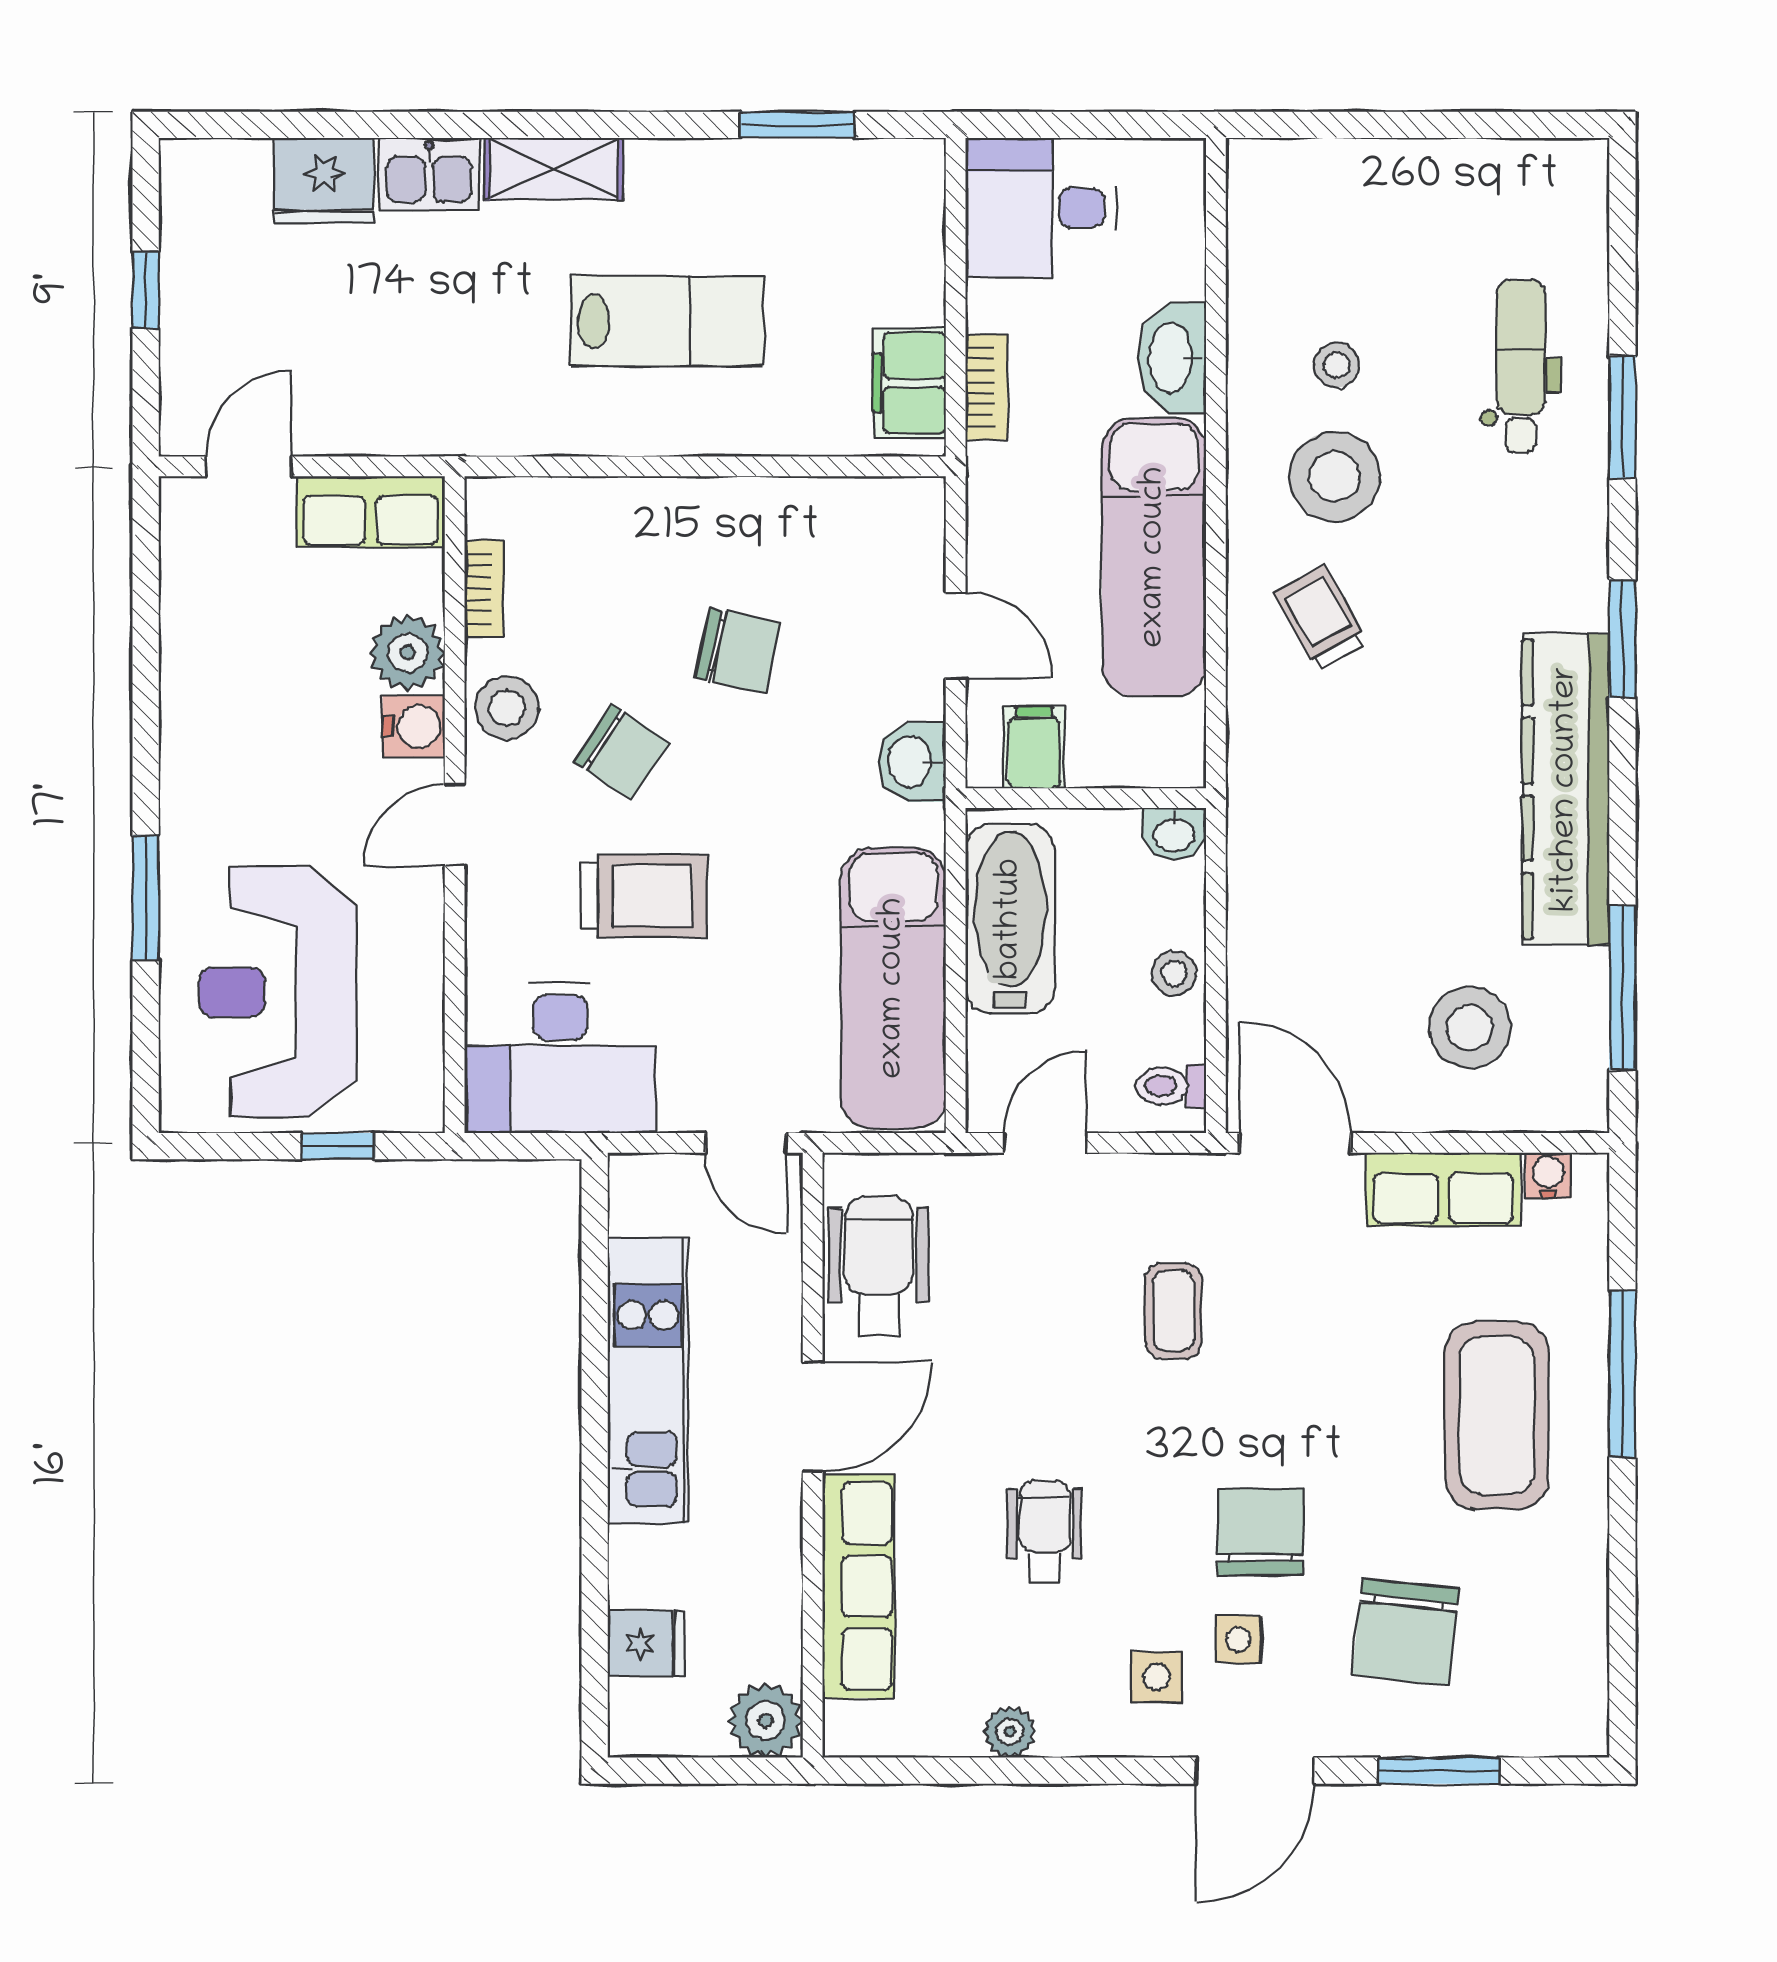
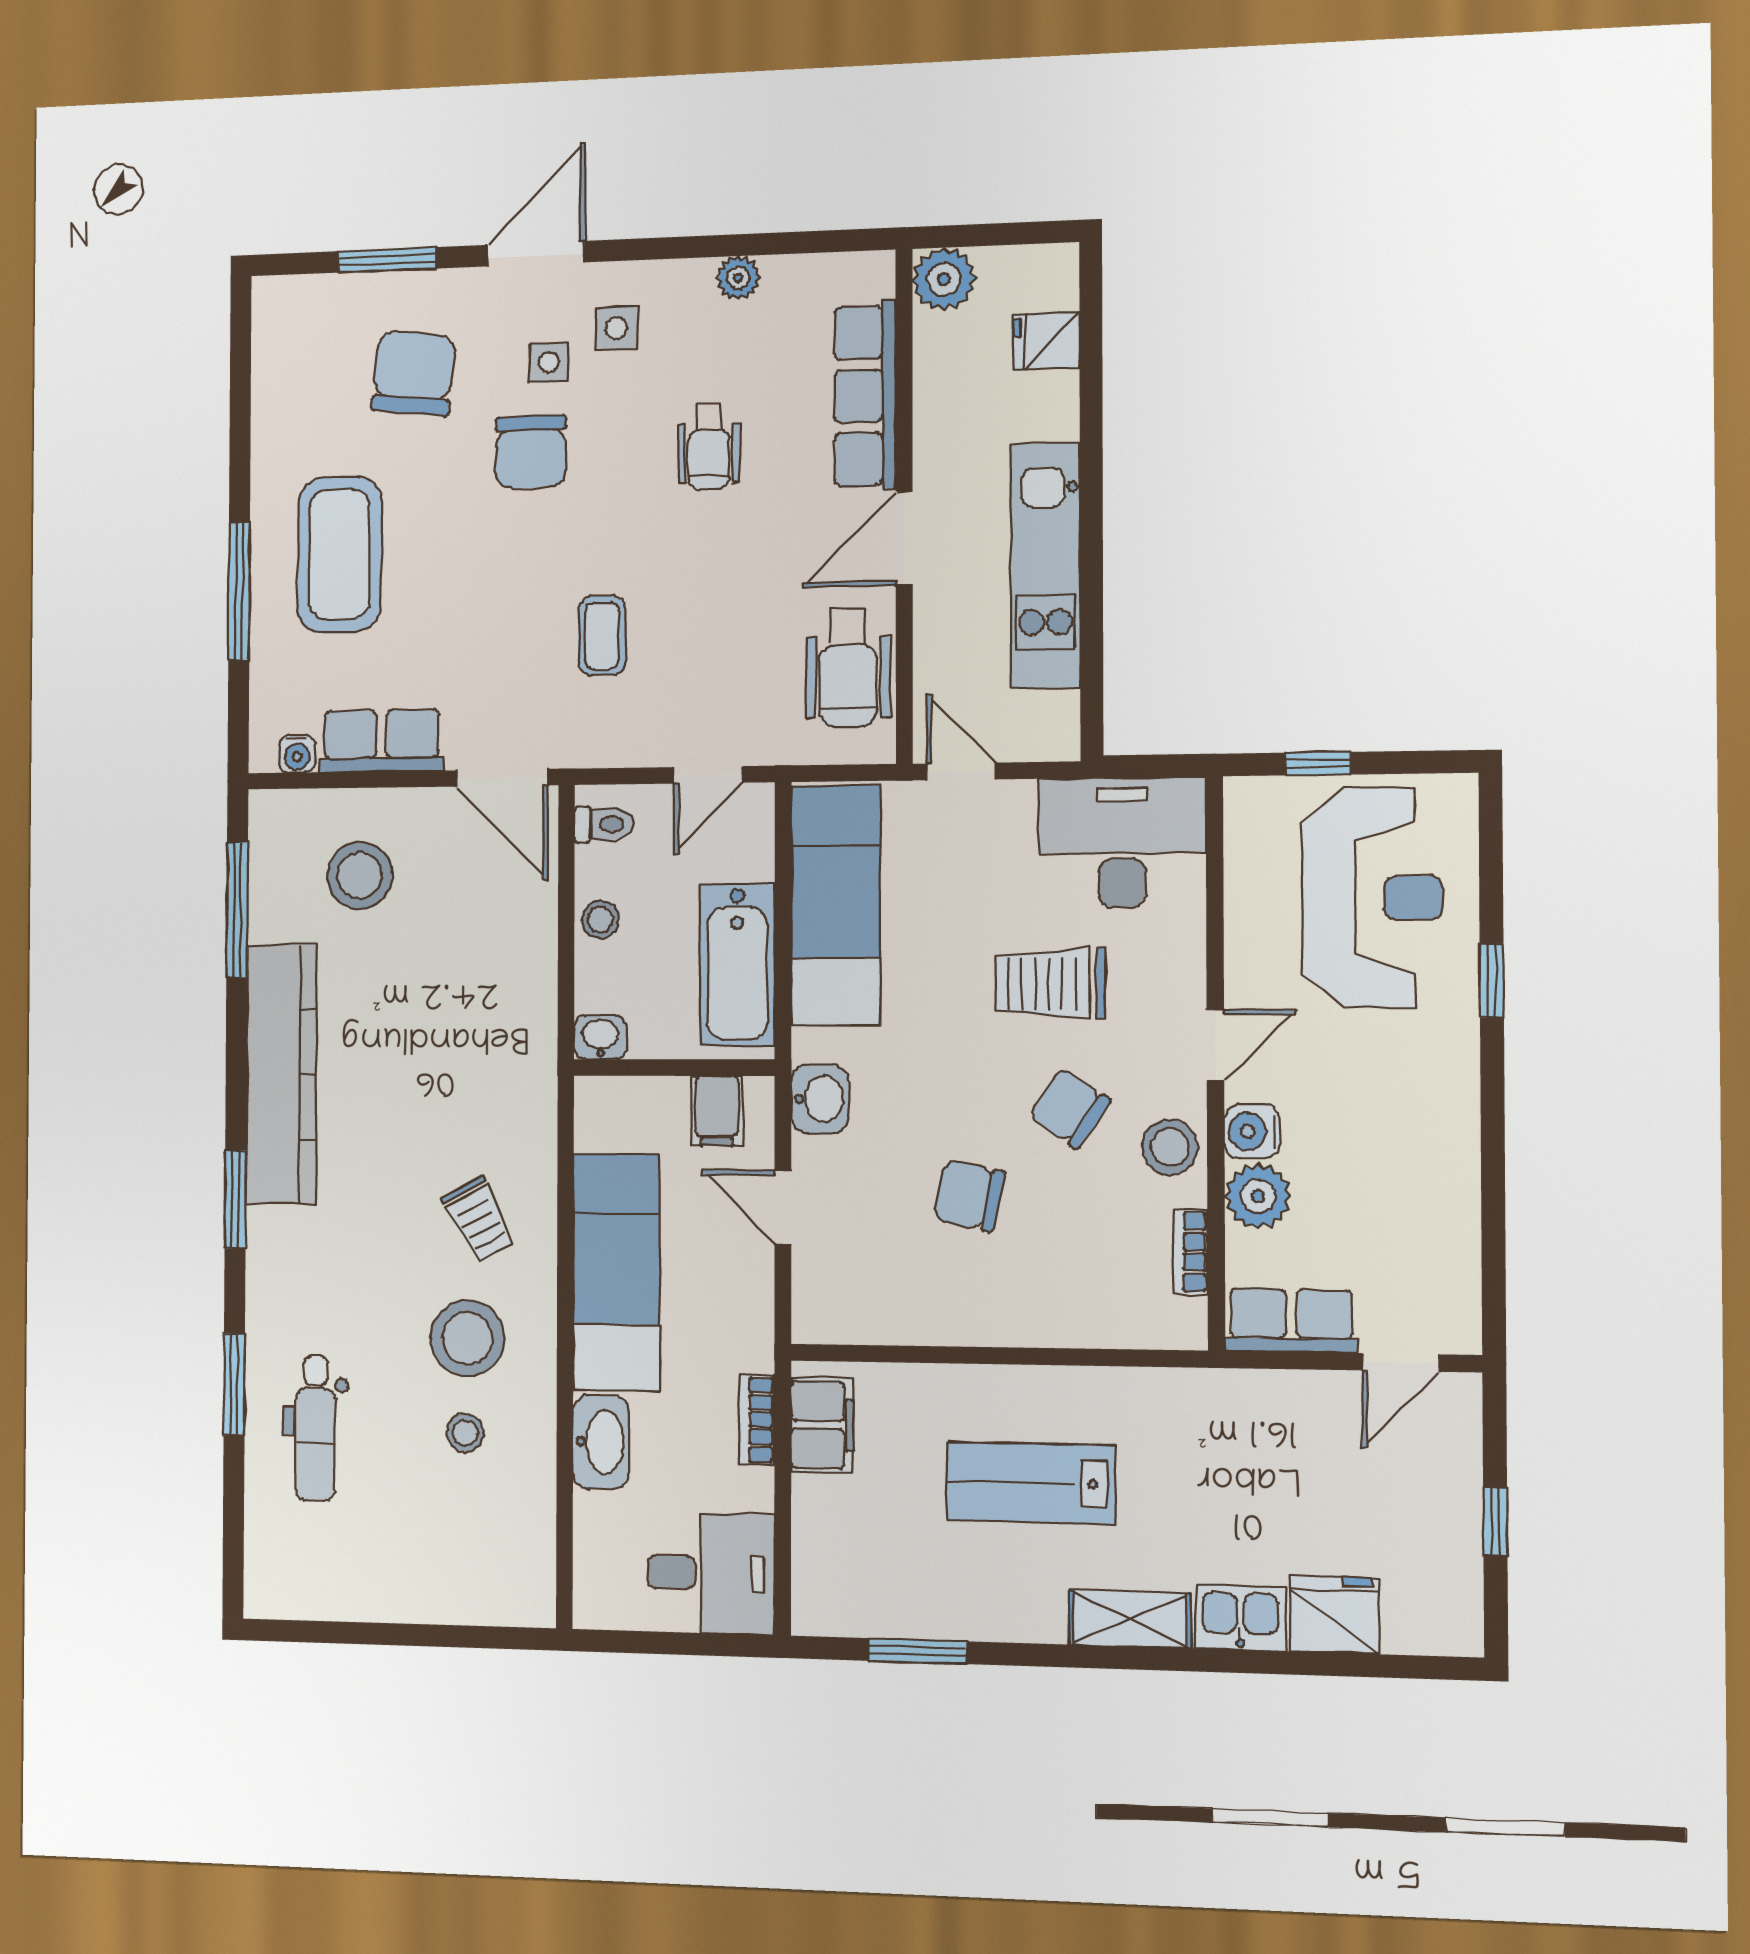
window: (146, 898) -> (1492, 981), width x0.67

